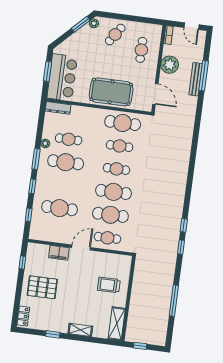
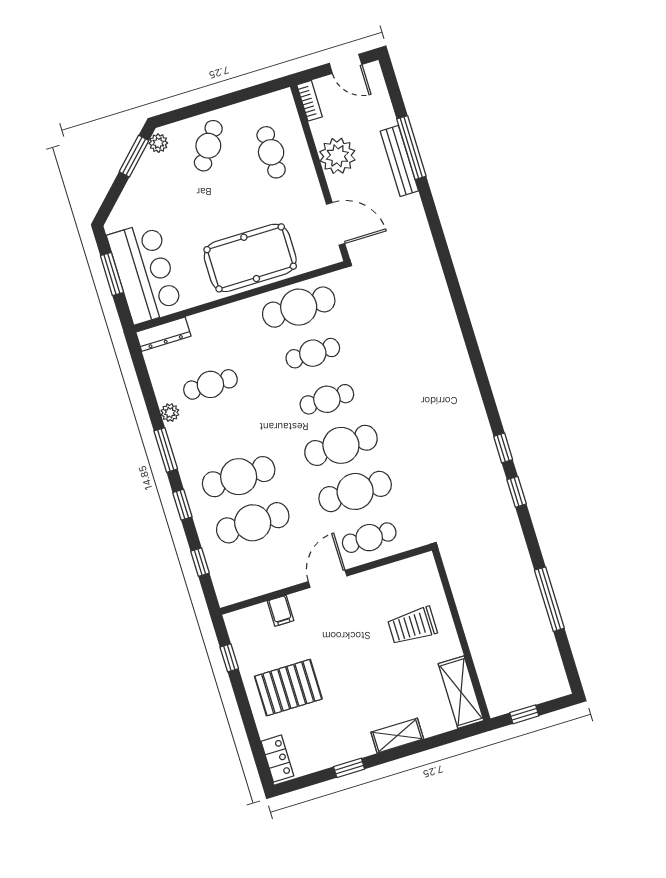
cafe table: (66, 162) -> (239, 477), moved
filing cabinet: (59, 253) -> (280, 611), width x0.50

